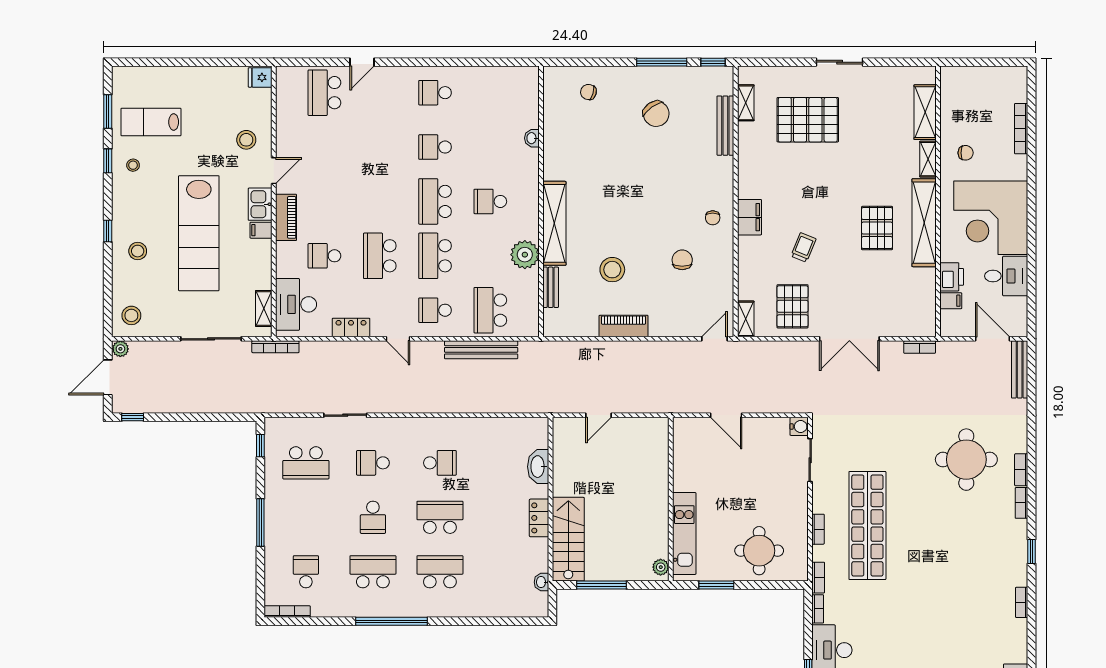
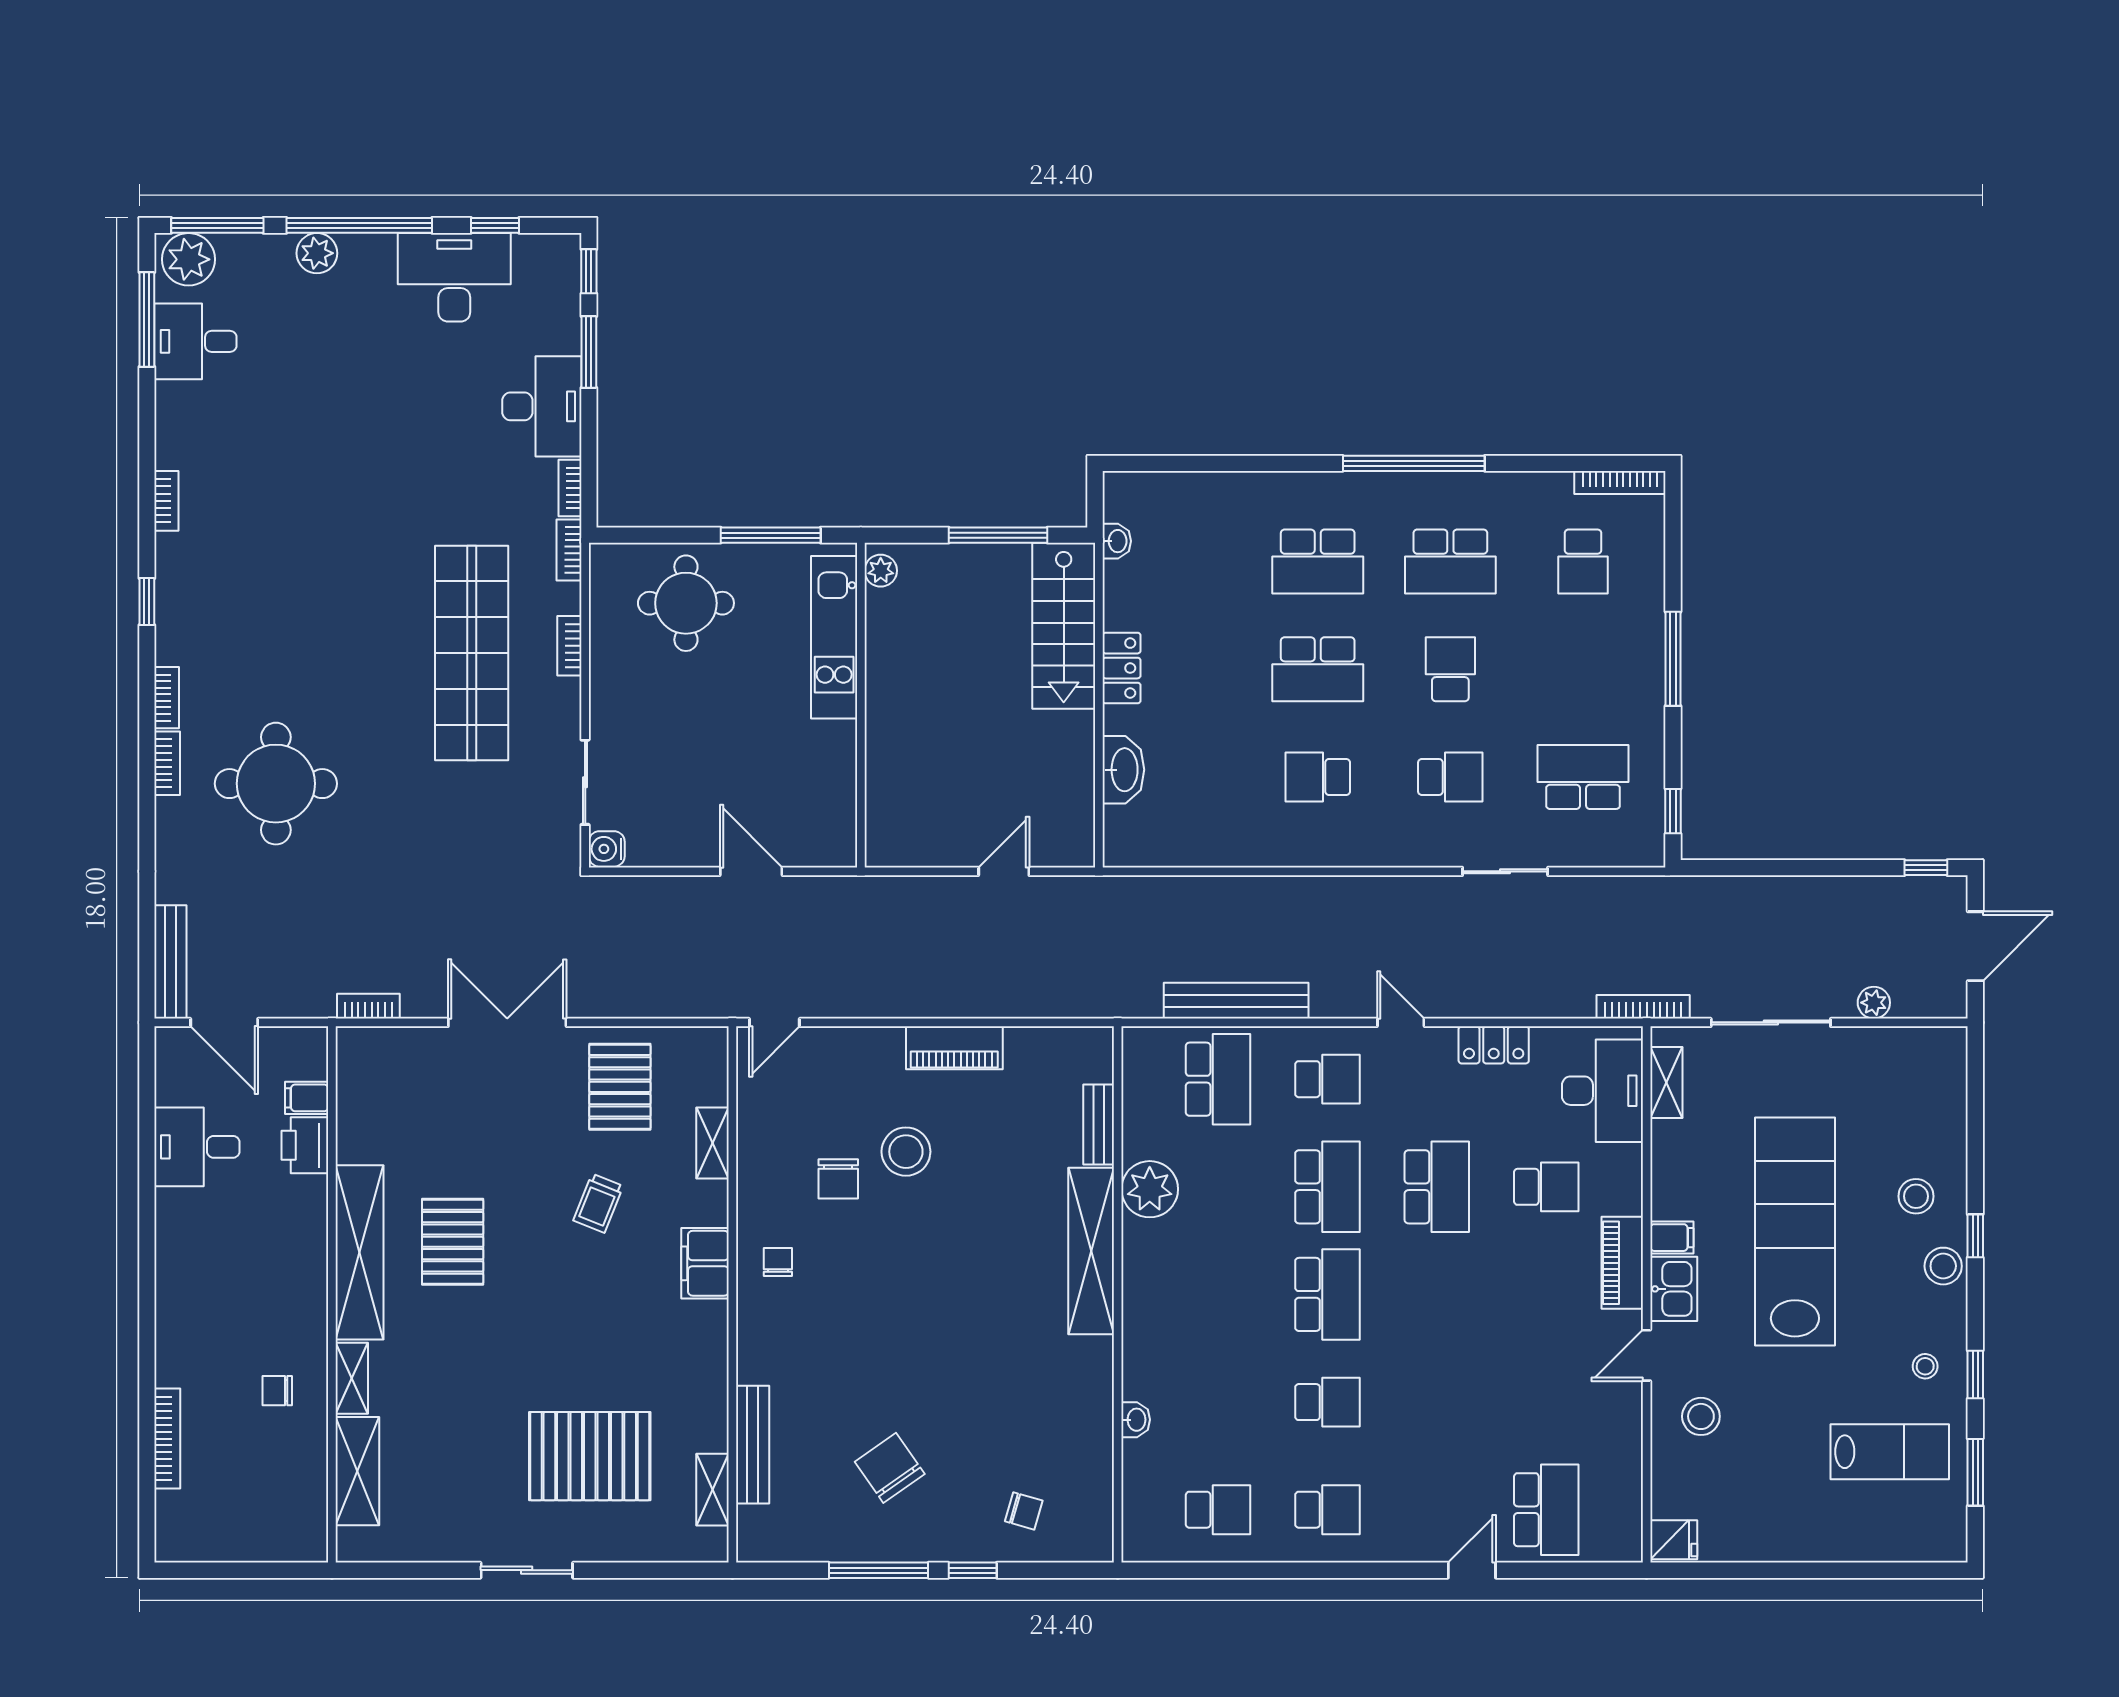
window: (713, 62) -> (973, 1570), moved
school desk: (490, 201) -> (1218, 1510), moved
corner desk: (991, 218) -> (227, 1262), removed
stool: (612, 270) -> (906, 1152), moved
stool: (131, 315) -> (1943, 1266), moved
shelving: (746, 319) -> (713, 1143), moved
plant: (120, 349) -> (1874, 1003), moved
window: (716, 585) -> (771, 535), width x1.44

